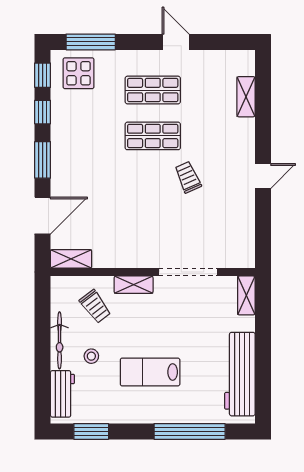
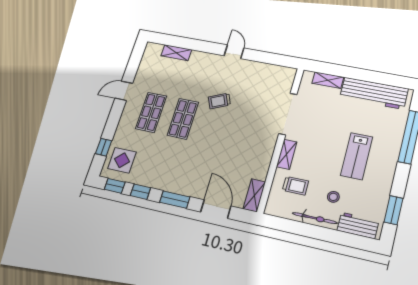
window: (91, 42) -> (104, 147), width x0.46
shelving: (246, 295) -> (328, 80), moved
trolley: (95, 306) -> (295, 186), turned 37

